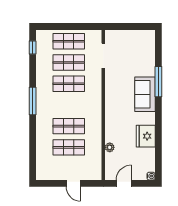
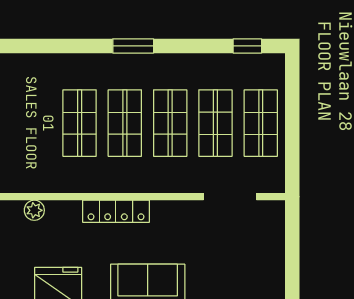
window: (33, 101) -> (133, 46), width x0.69
locker: (110, 109) -> (116, 211), added
shop shelf: (69, 147) -> (125, 123), moved

